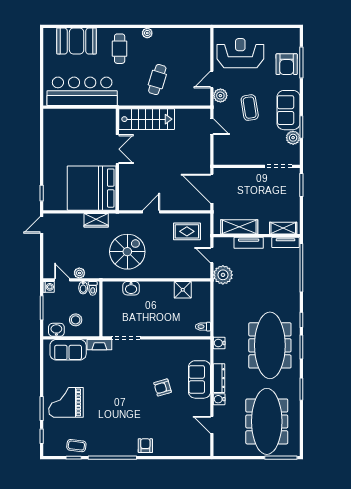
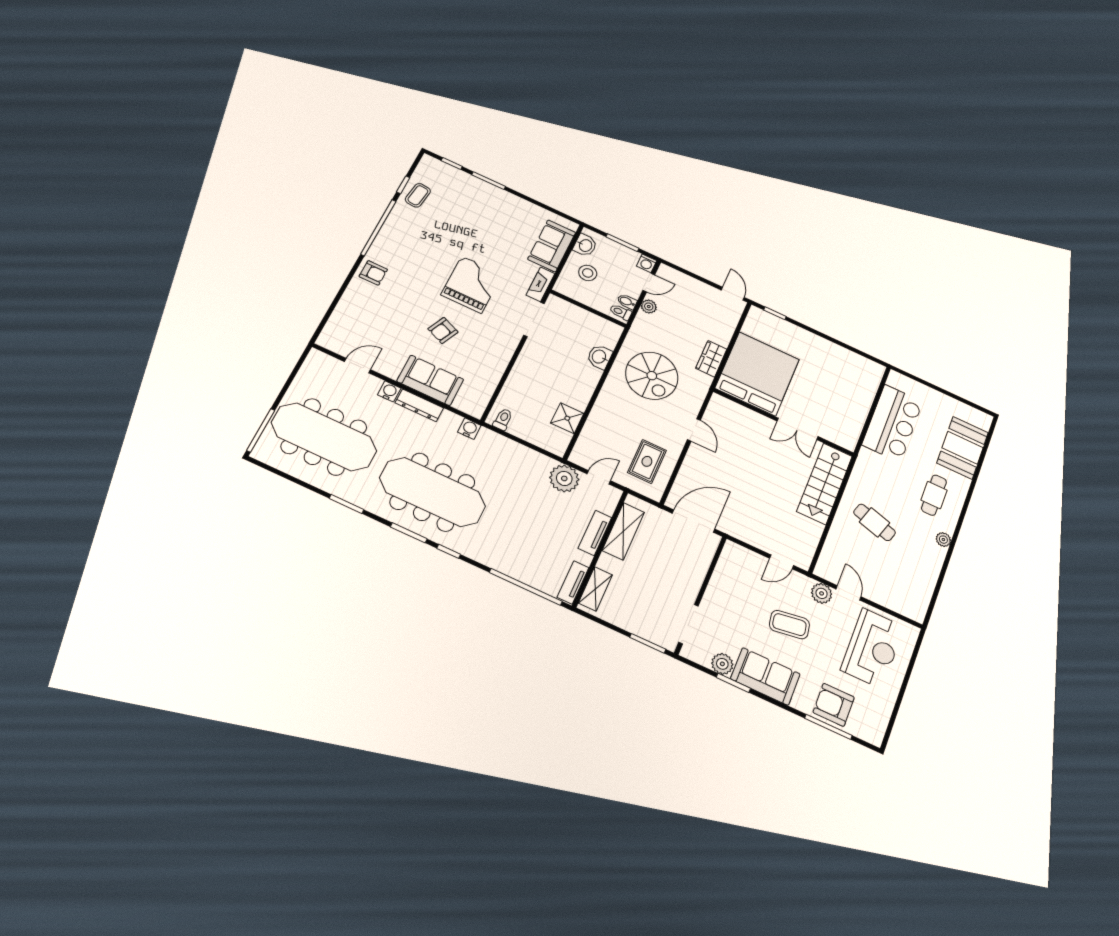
cafe table: (120, 49) -> (934, 495), turned 90
bar counter: (82, 91) -> (892, 423), width x0.73
armchair: (163, 387) -> (443, 330), turned -140
grand piano: (66, 402) -> (472, 284), moved

